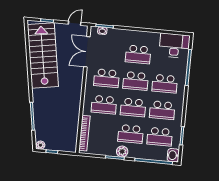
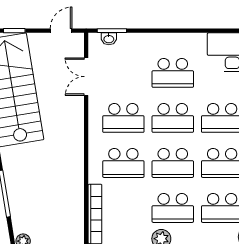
double door: (87, 52) -> (86, 77), width x0.73

